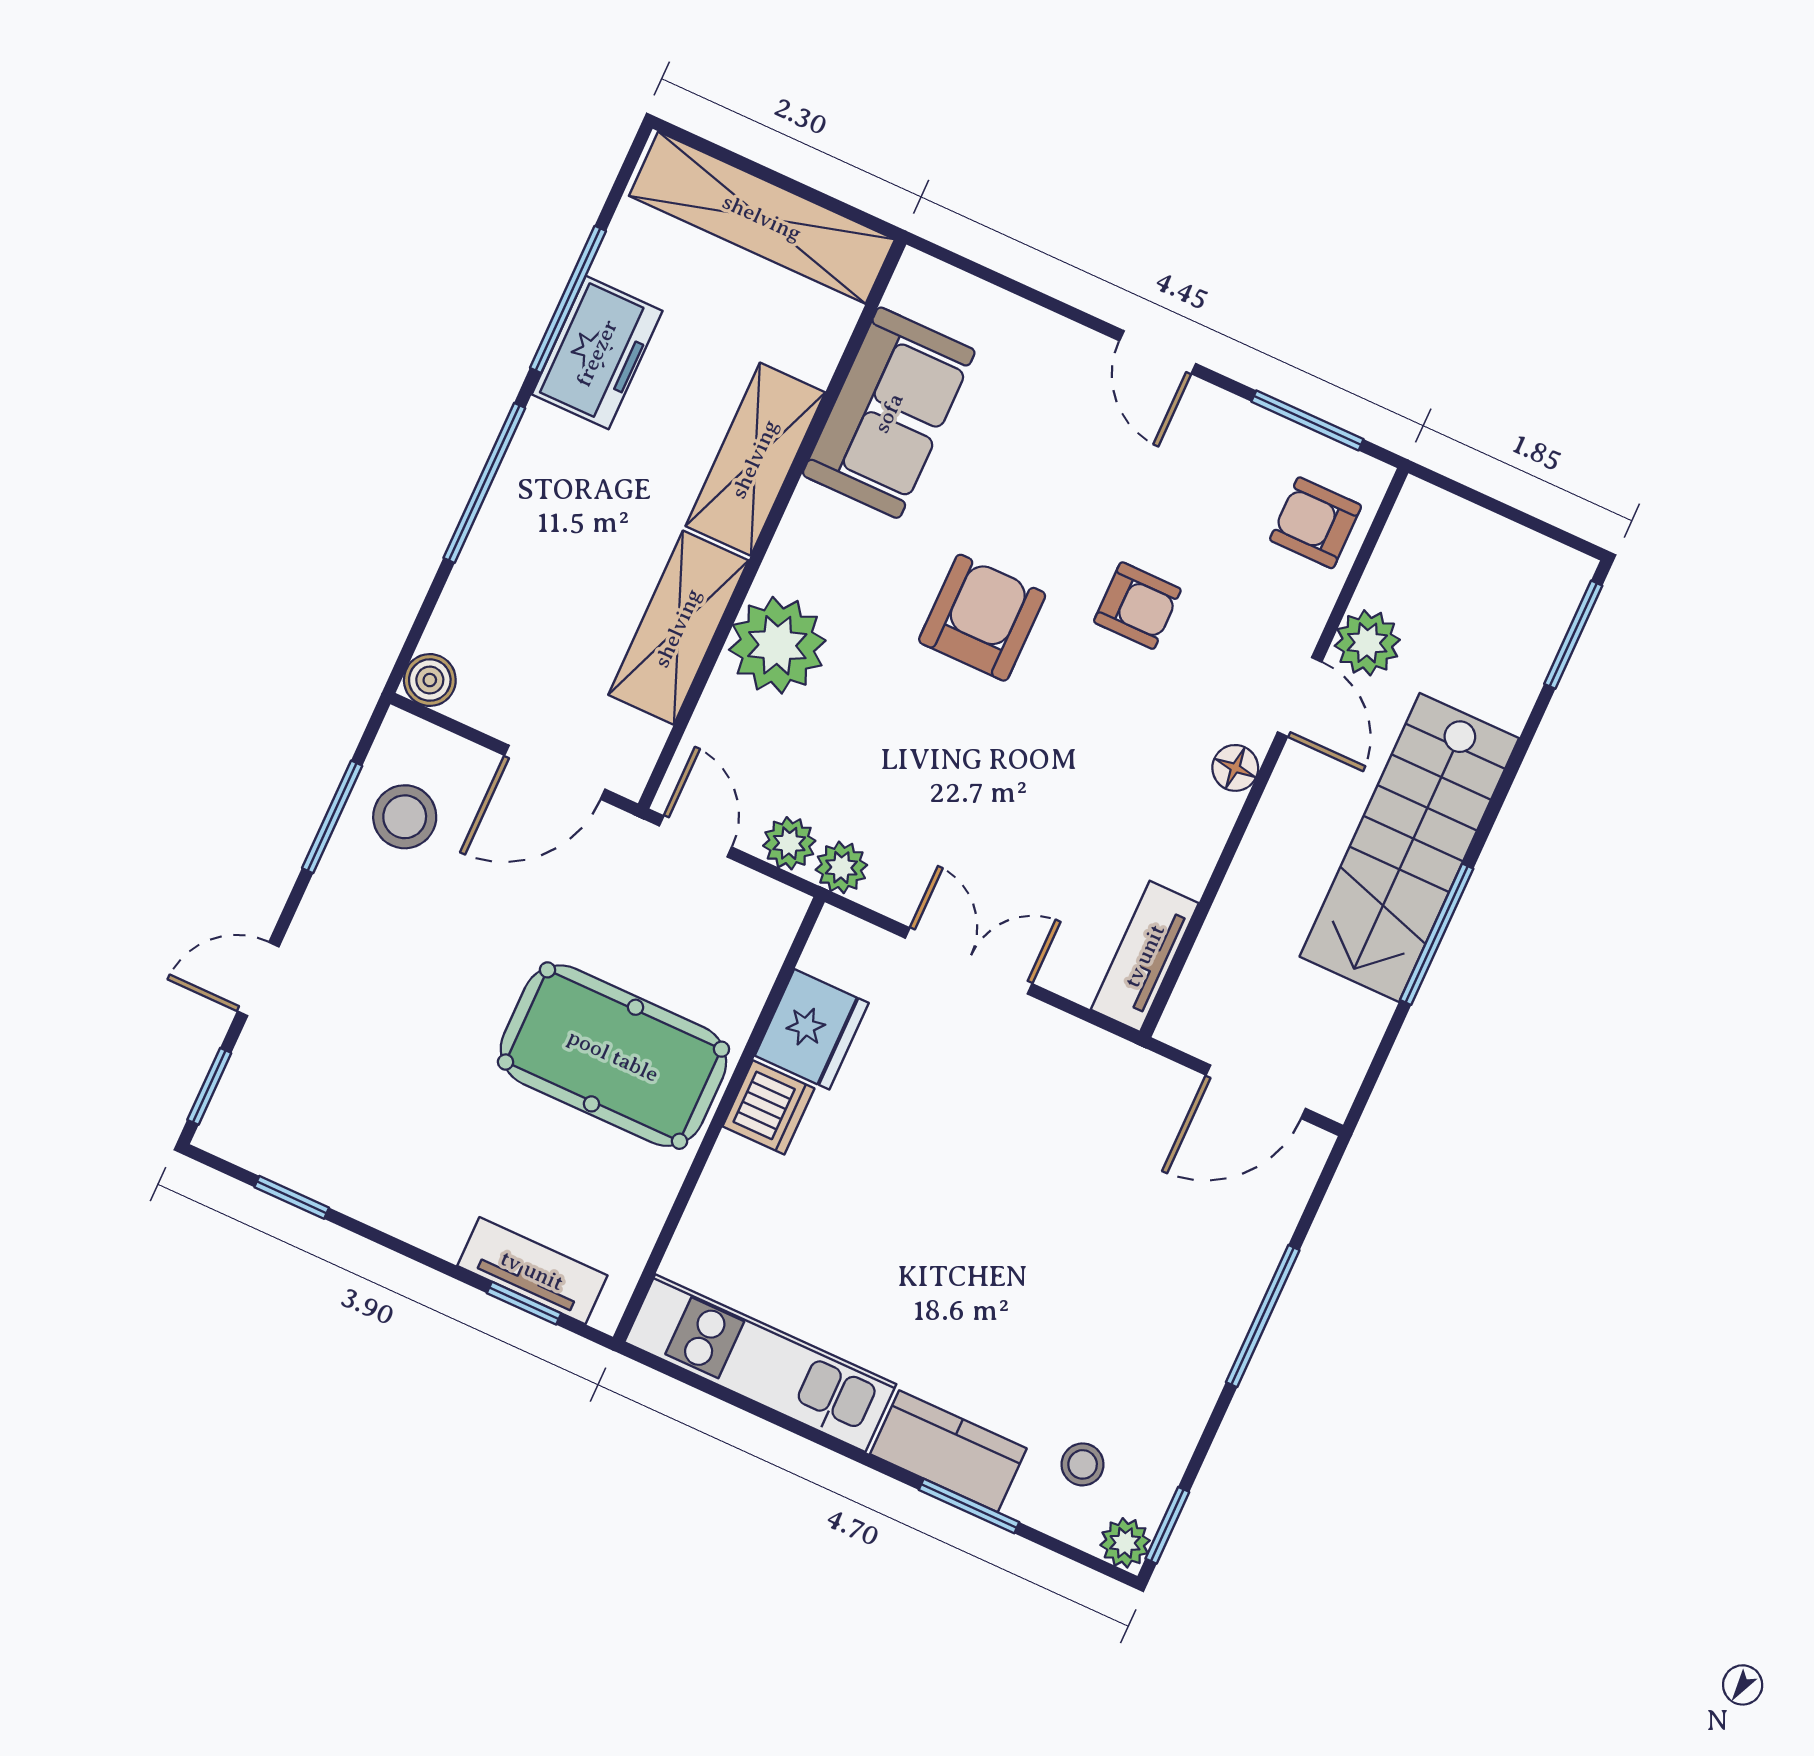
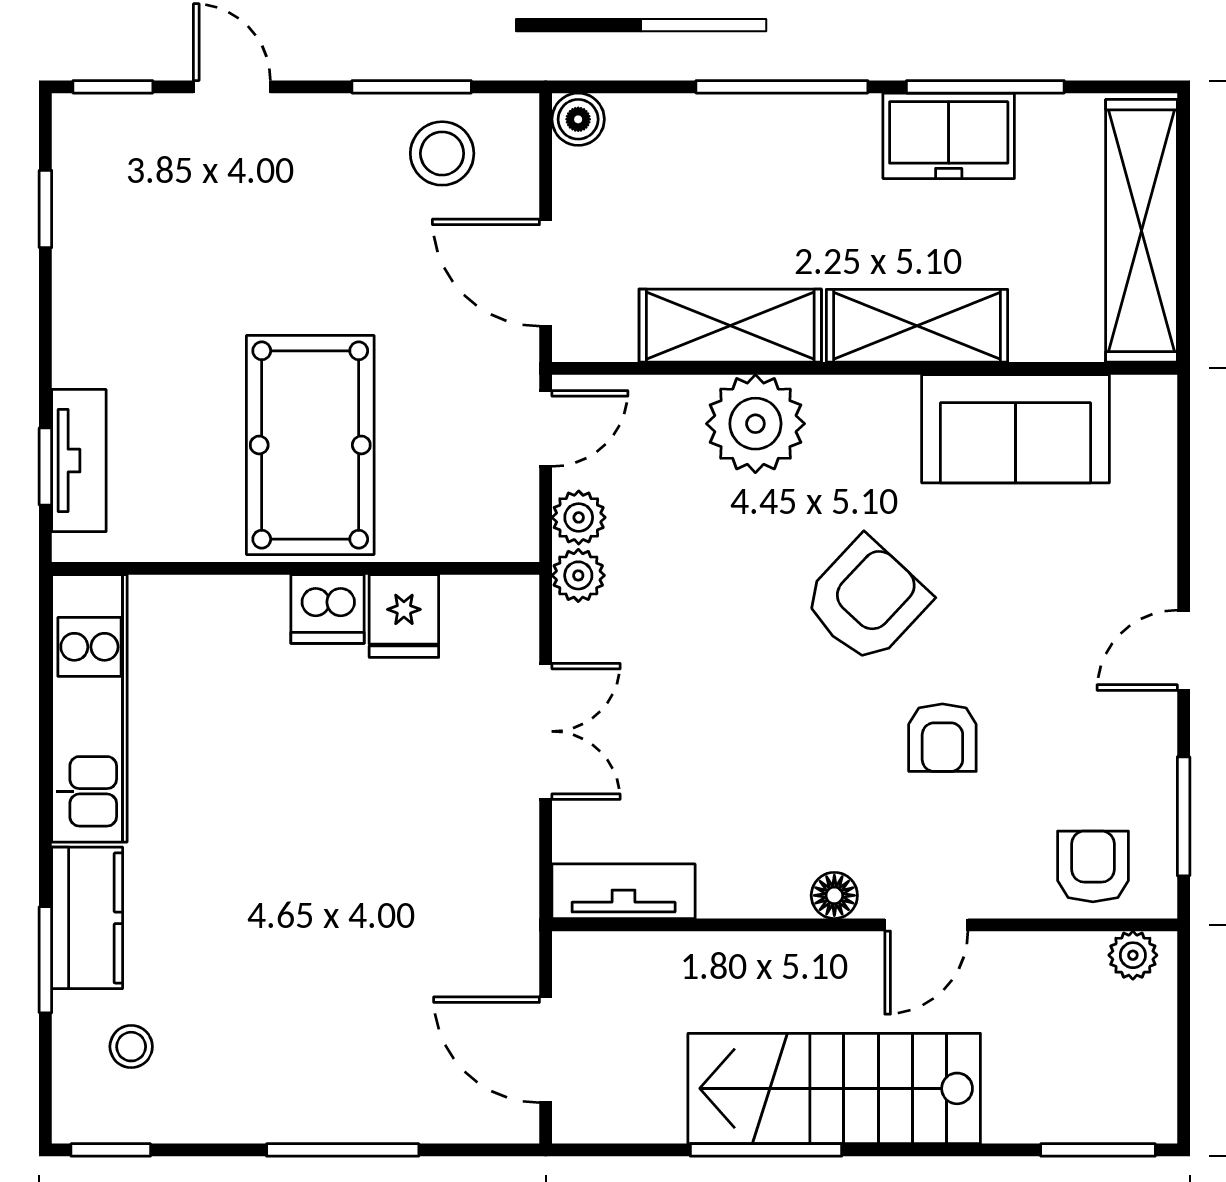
armchair: (982, 618) -> (866, 600), turned -47
plant: (1367, 643) -> (1133, 955), moved, width x0.73, depth x0.73
fridge: (812, 1029) -> (404, 616), width x0.72
plant: (1125, 1543) -> (77, 1118), removed

